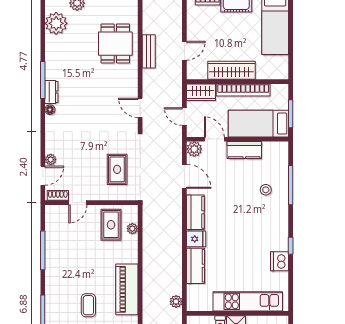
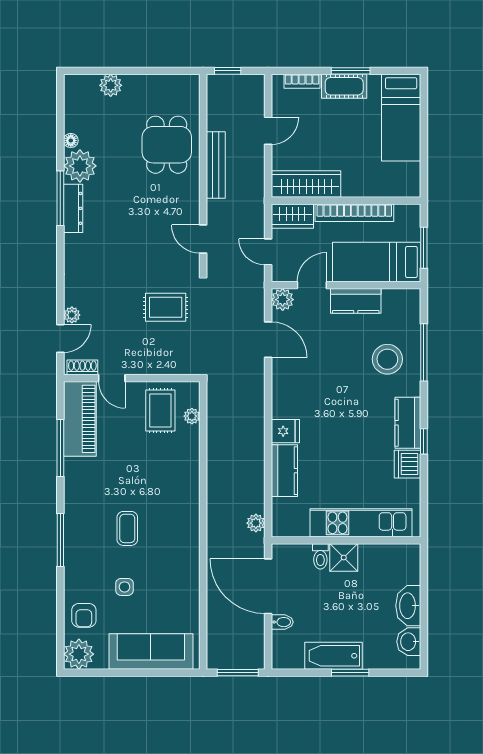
plant: (56, 23) -> (80, 166), moved
bench: (149, 51) -> (216, 165), width x1.36
door: (184, 51) -> (268, 131), moved
wardrobe: (231, 70) -> (306, 184), moved
dresser: (51, 92) -> (73, 208), width x1.44
floor lamp: (50, 110) -> (71, 141), moved
door: (214, 139) -> (312, 285), hinge flipped
rug: (117, 169) -> (166, 307), moved, turned 90
stool: (266, 190) -> (387, 359), width x1.89, depth x1.89
door: (78, 203) -> (112, 378), hinge flipped
kitchen counter: (195, 212) -> (408, 423), moved, turned 180
piano: (127, 289) -> (80, 419), moved, turned 180

